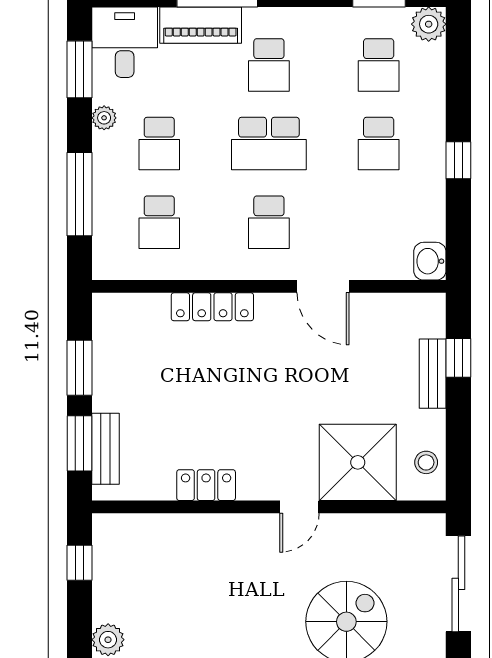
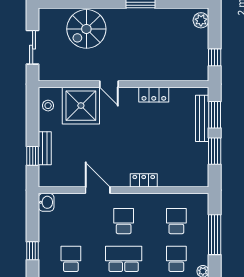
locker: (212, 307) -> (144, 180), width x0.66
bench: (105, 449) -> (202, 118), width x1.36
door: (299, 507) -> (109, 84), swing flipped
sliding door: (458, 584) -> (33, 47), width x0.73

